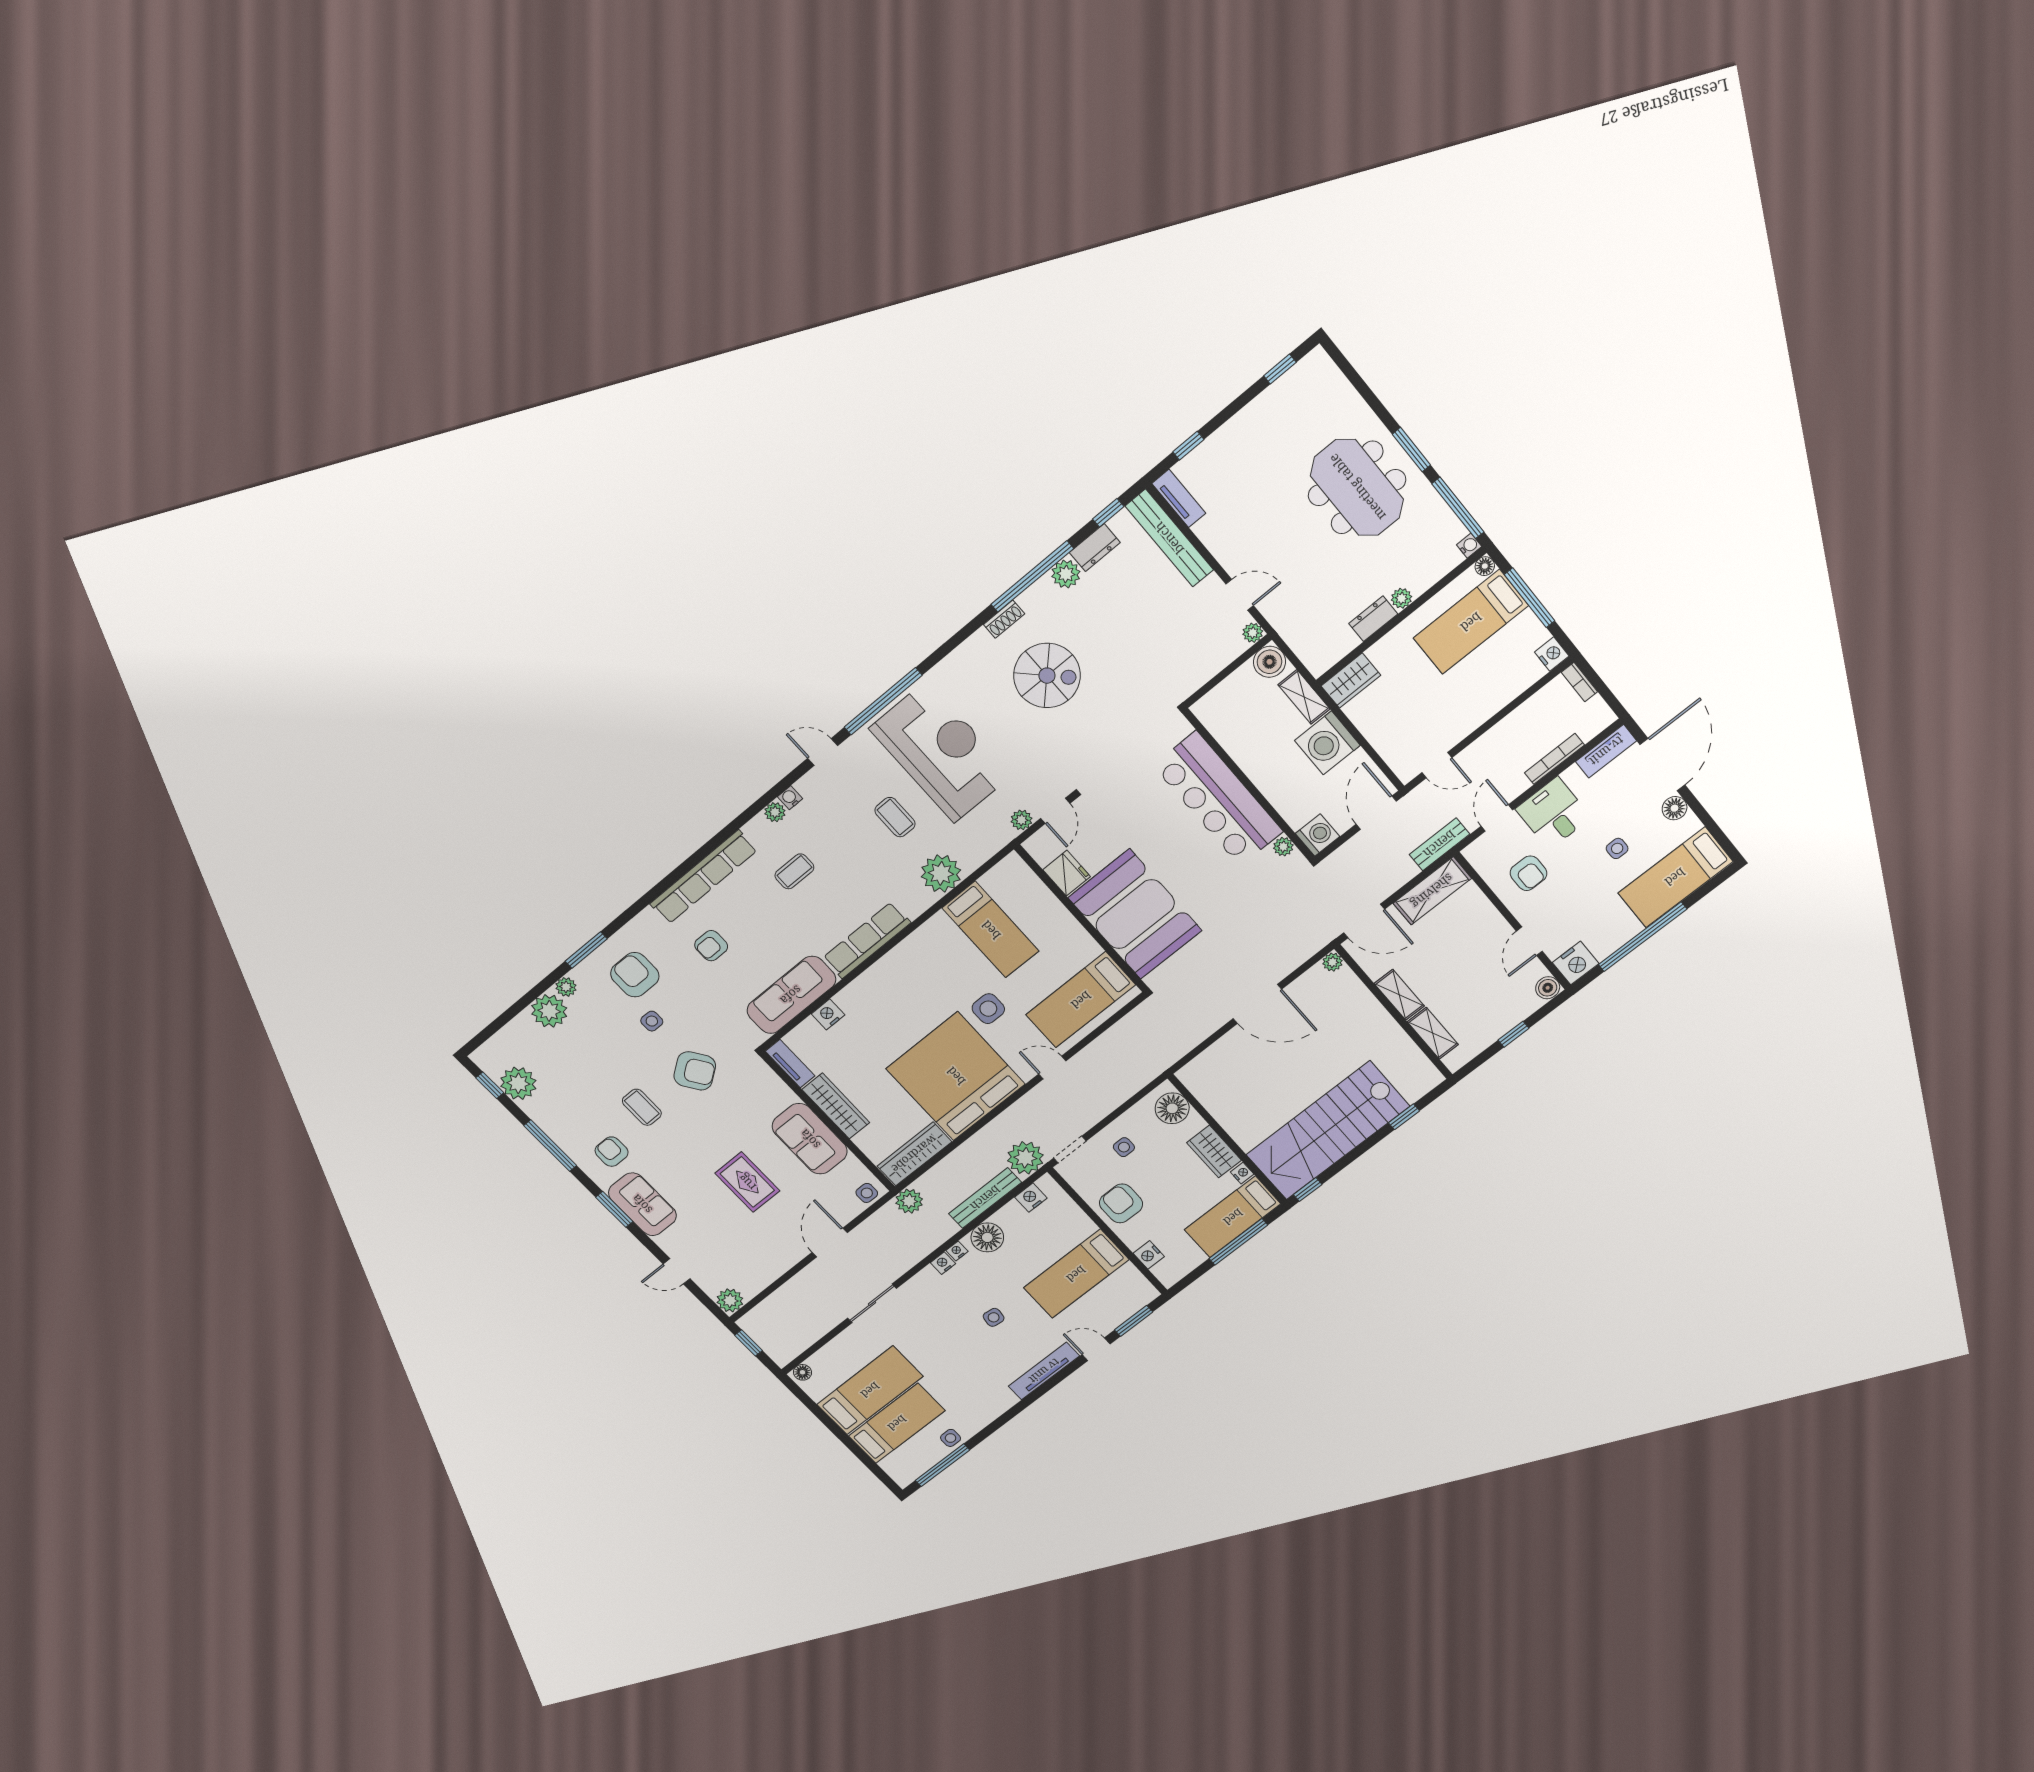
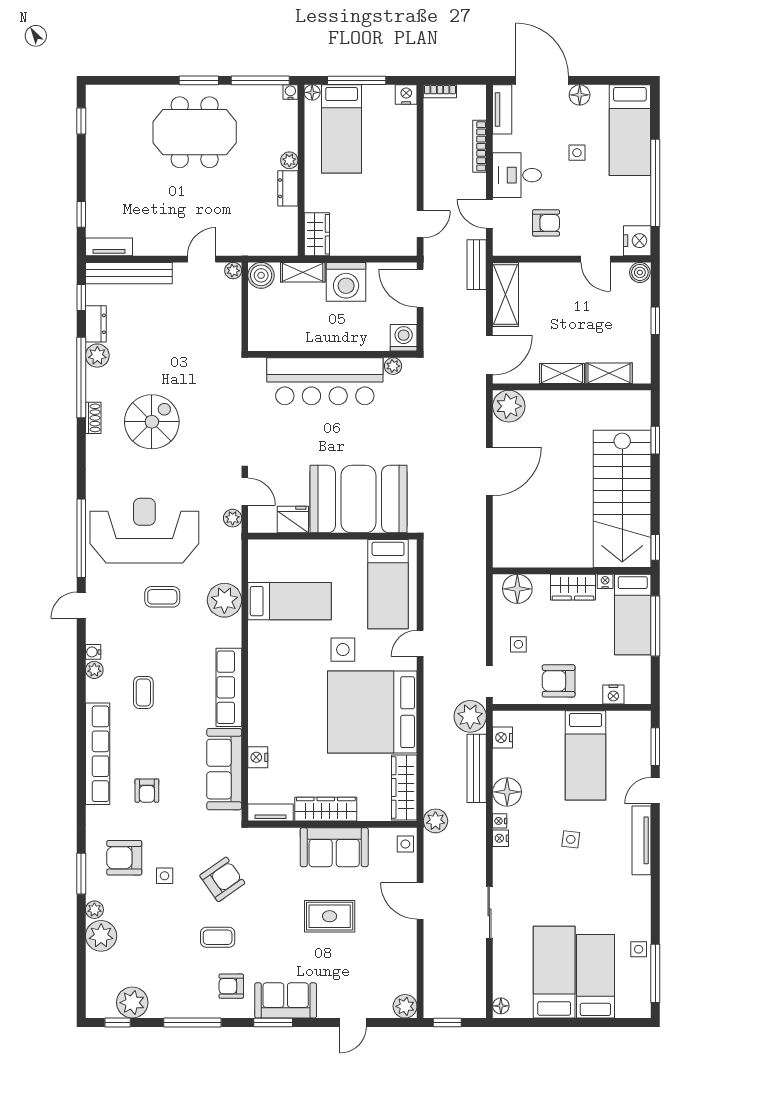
plant: (1332, 962) -> (509, 406), width x1.88, depth x1.88

